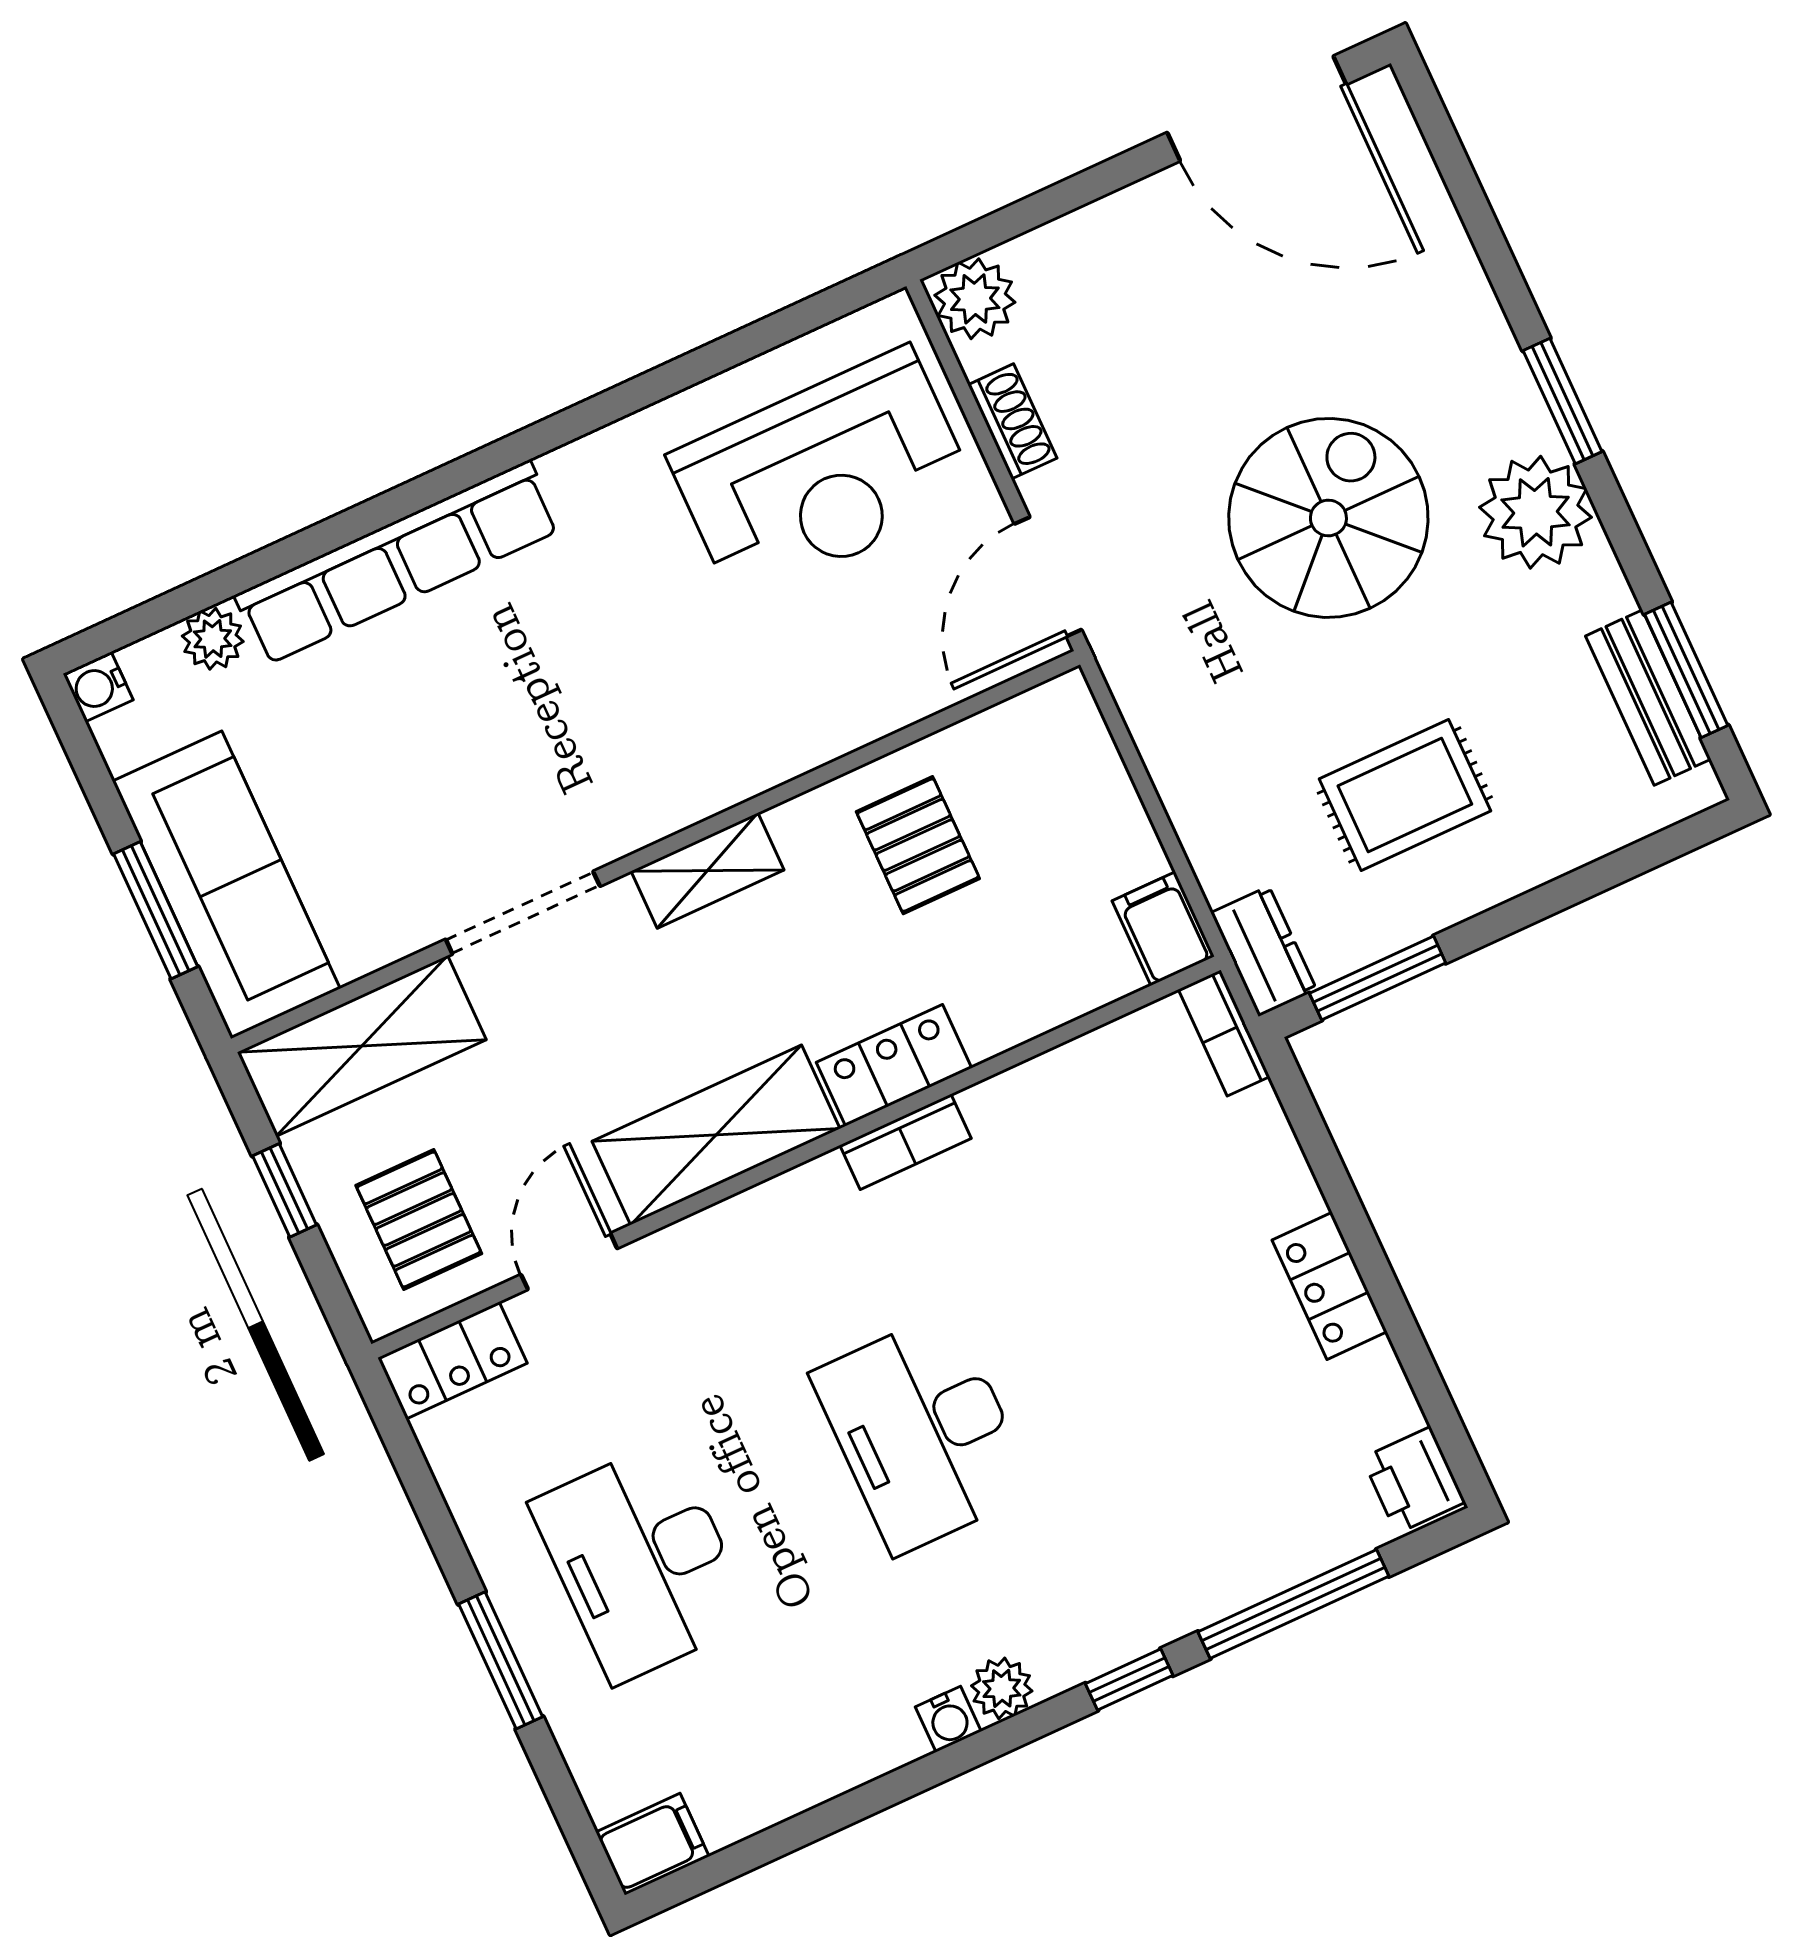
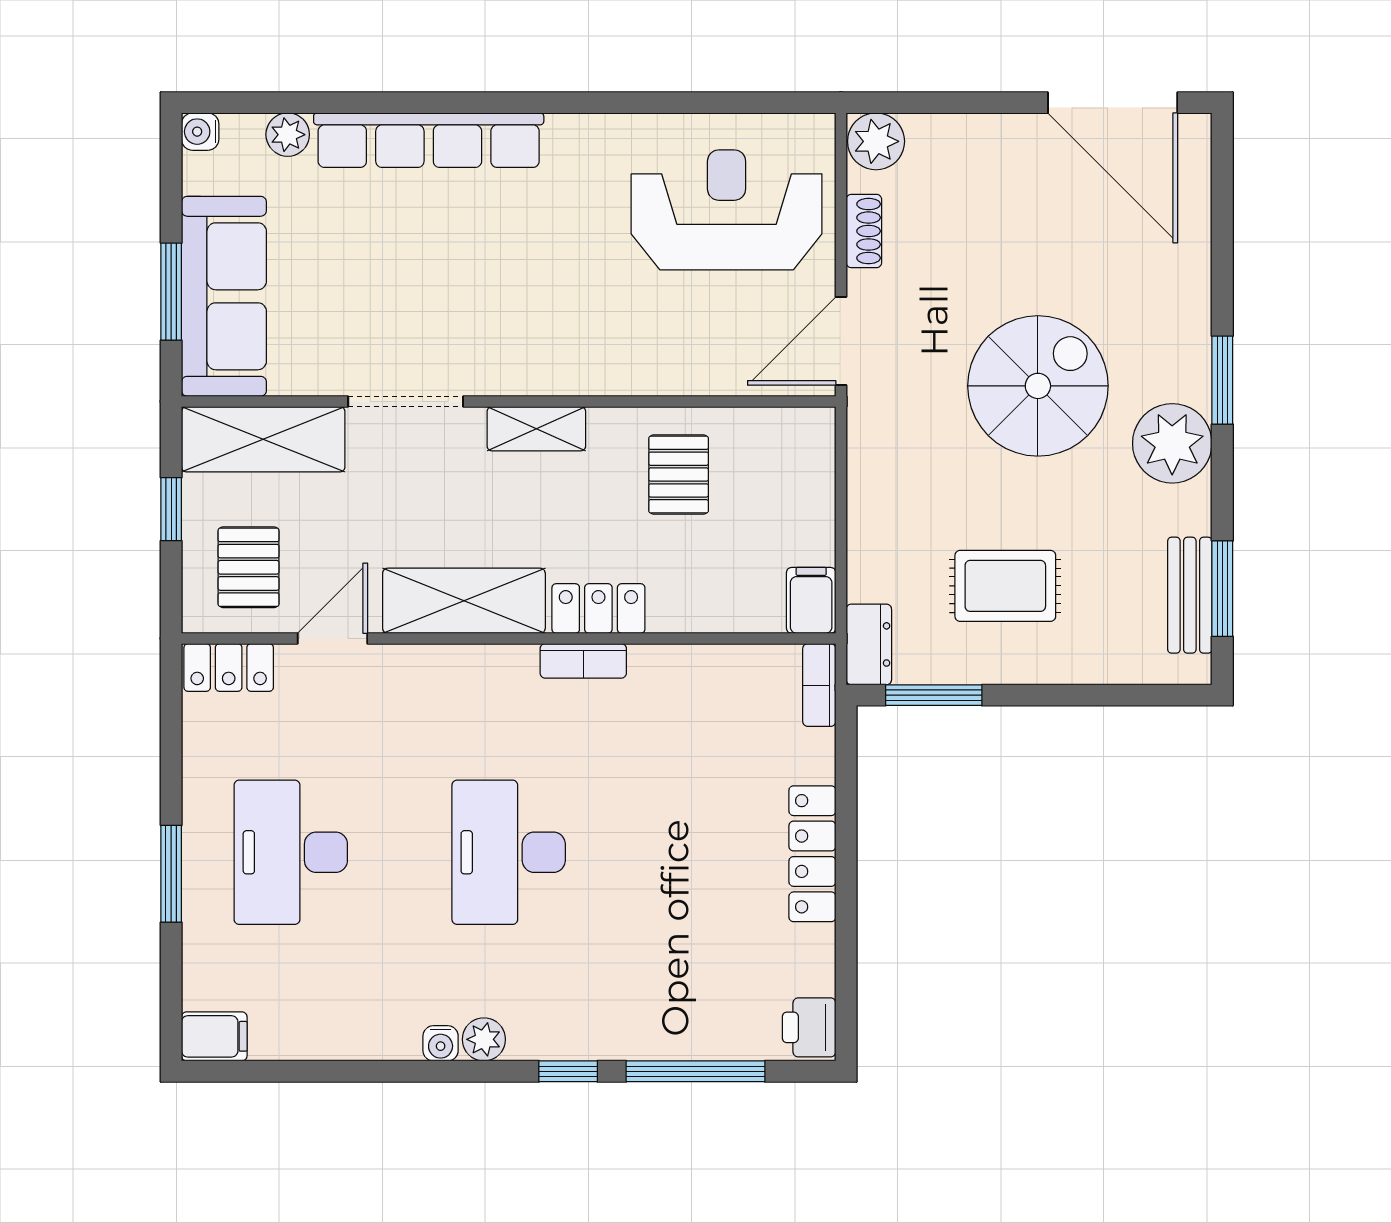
reception desk: (823, 476) -> (727, 210), turned 180
locker: (1330, 1286) -> (812, 854), width x1.53

